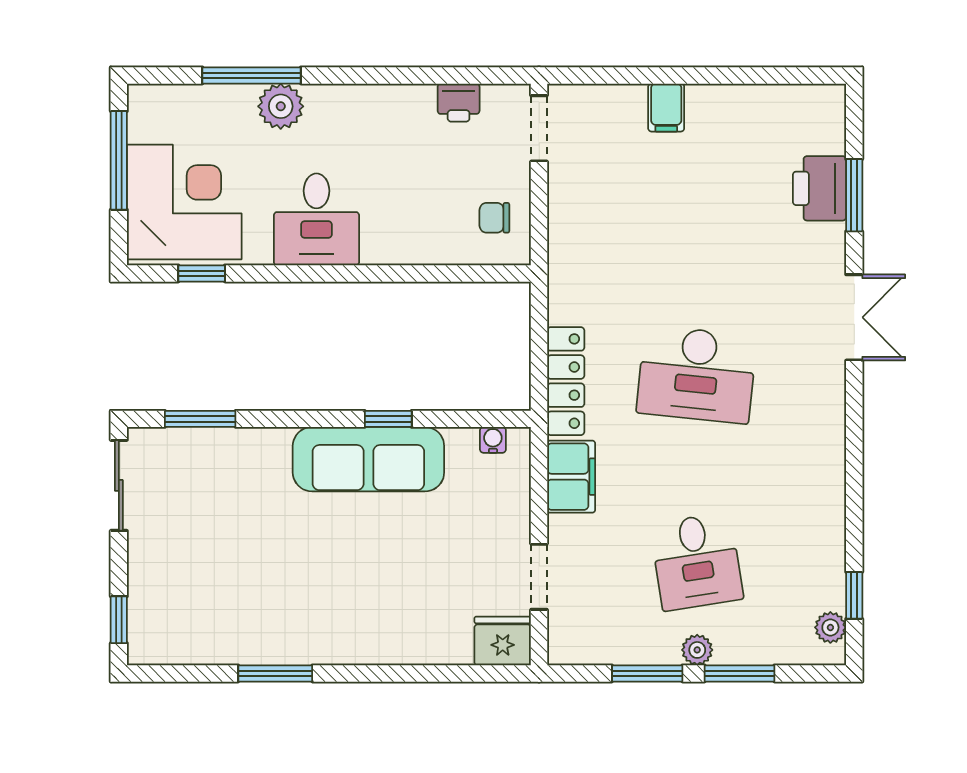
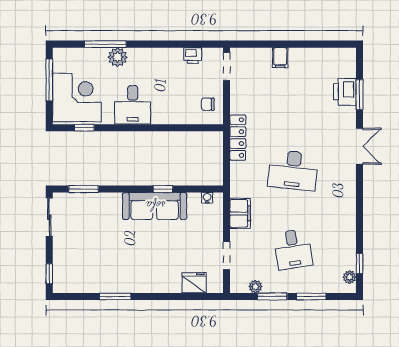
locker: (566, 381) -> (238, 138), moved
fridge: (503, 641) -> (194, 283), moved
plant: (697, 650) -> (255, 287), moved

